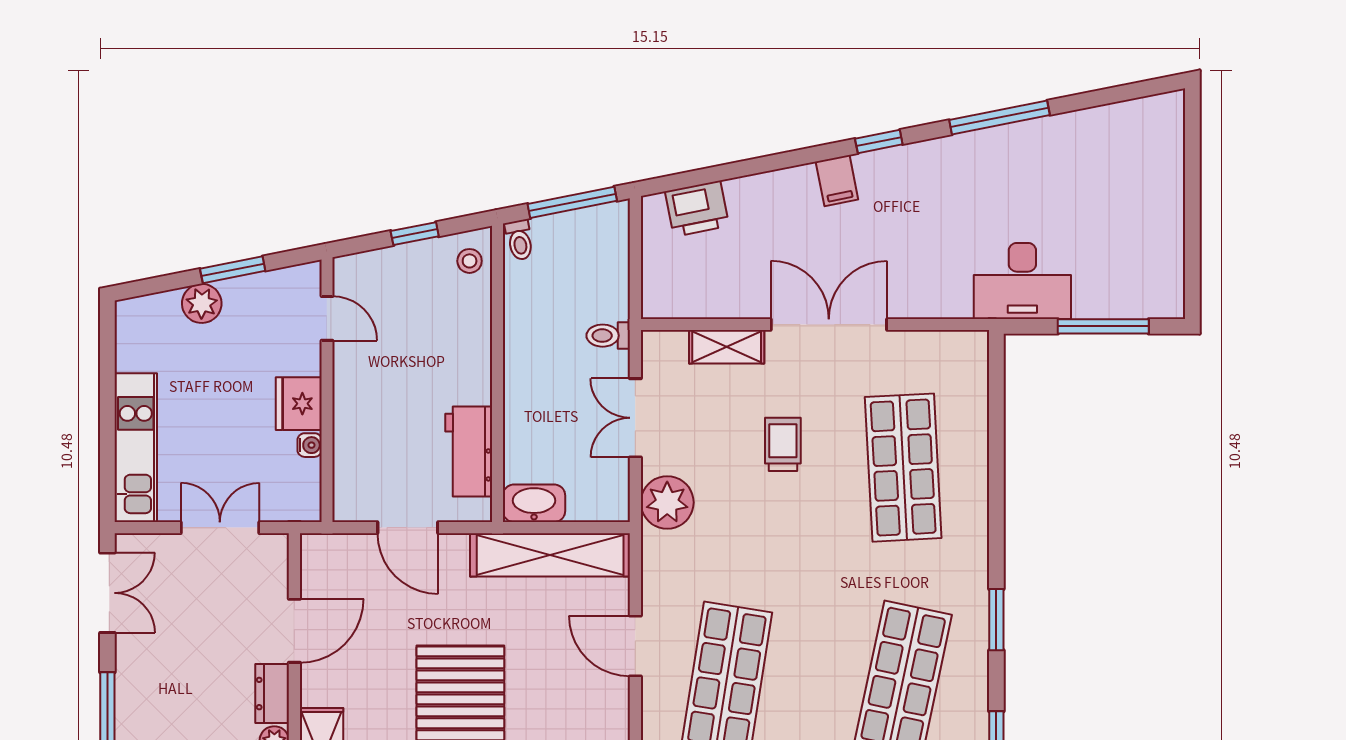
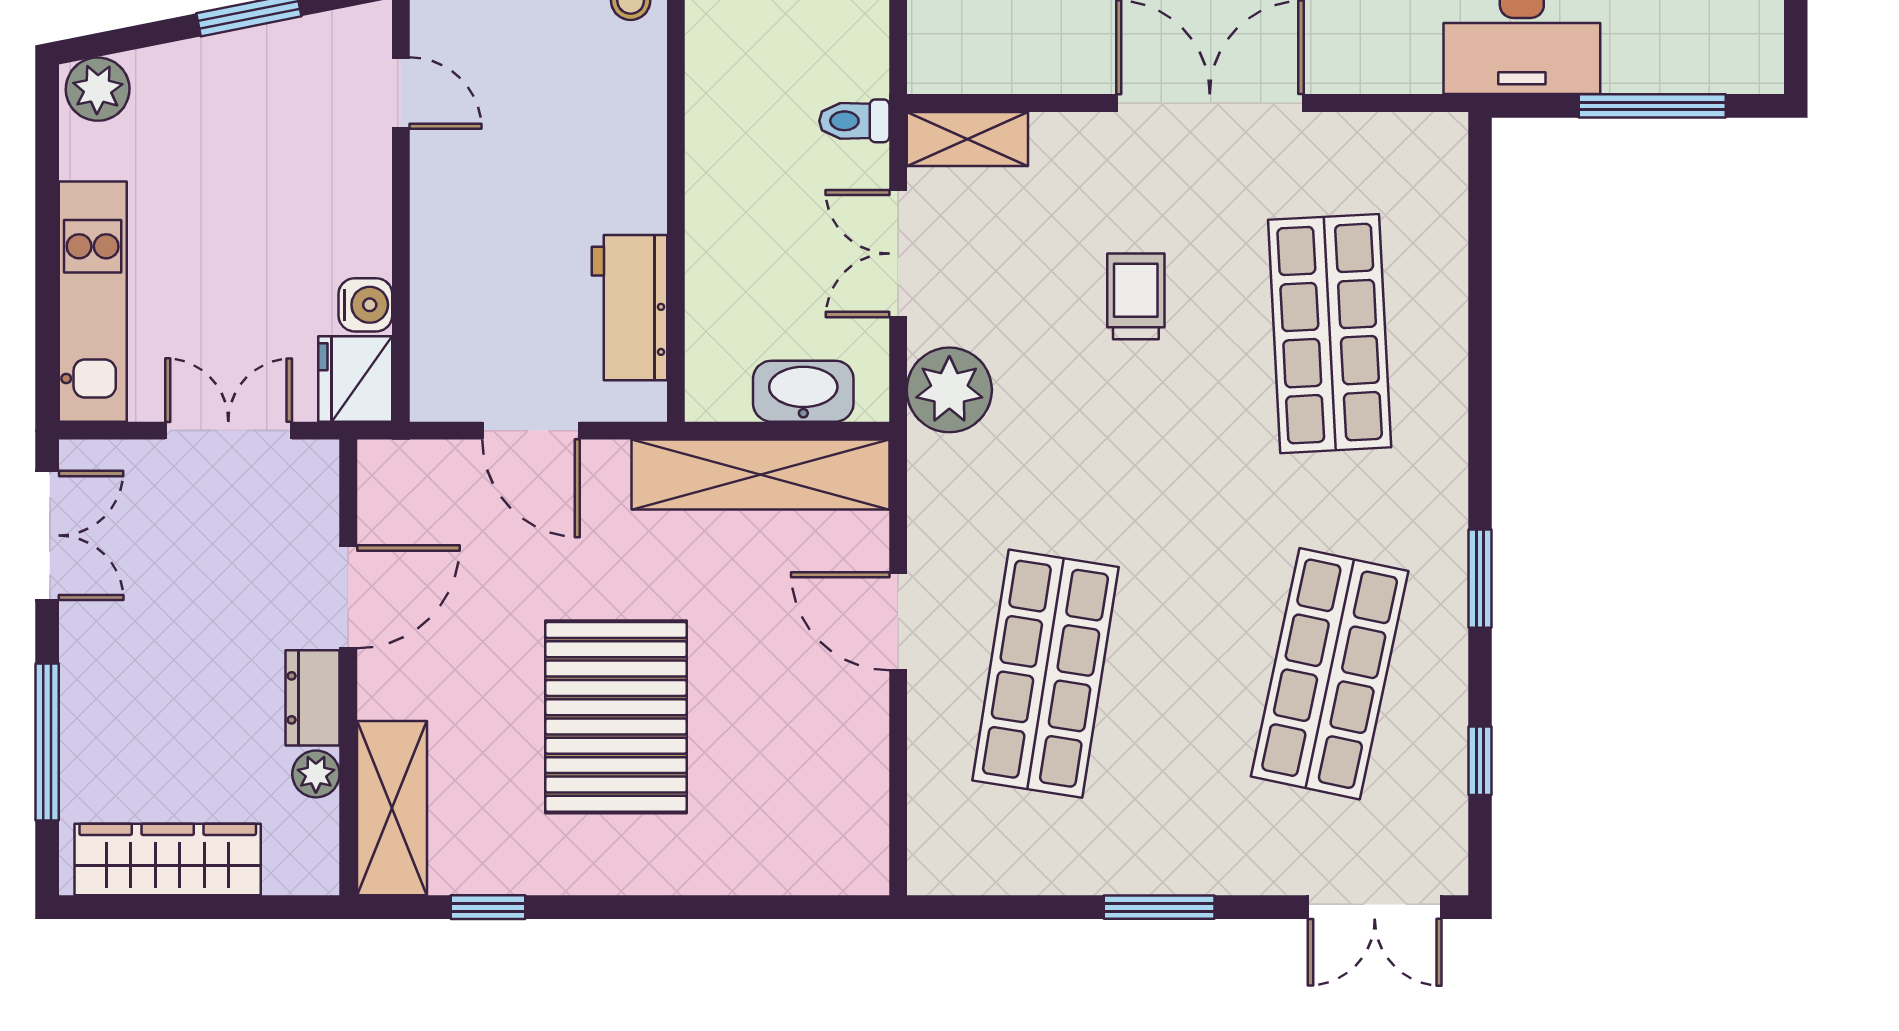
plant: (202, 303) -> (98, 89), moved
shelving: (727, 347) -> (967, 139), moved
fridge: (299, 404) -> (355, 379), moved
water cooler: (310, 445) -> (365, 305), width x1.38, depth x1.38
washbasin: (534, 503) -> (803, 391), moved

